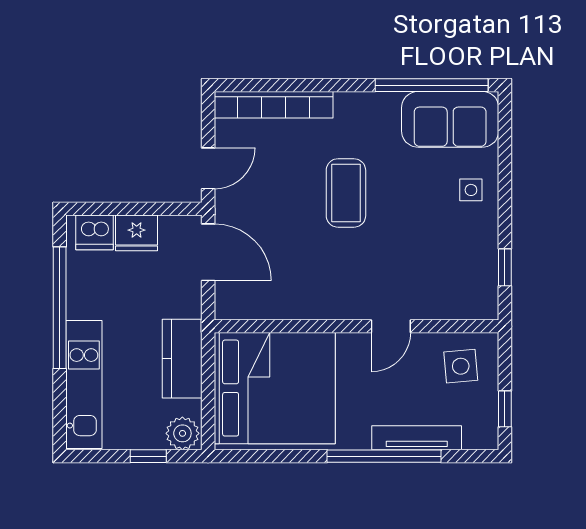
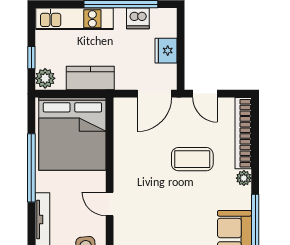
plant: (348, 104) -> (244, 178), added
coffee table: (346, 193) -> (192, 159), moved
dishwasher: (95, 232) -> (138, 18), moved, turned -90
window: (384, 456) -> (31, 168), moved

